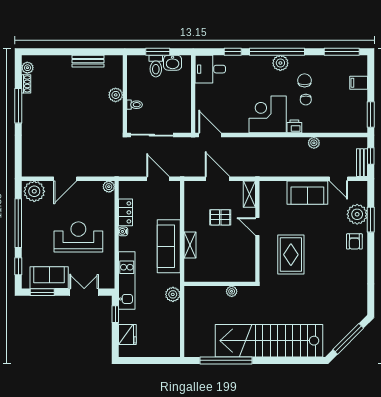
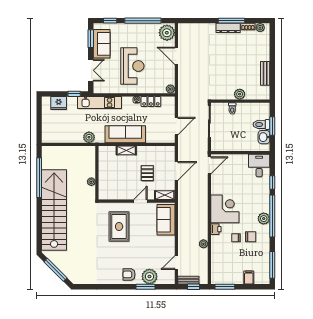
dresser: (28, 110) -> (228, 28), added
sofa: (307, 193) -> (166, 220), moved
rug: (291, 255) -> (119, 226), turned 90

